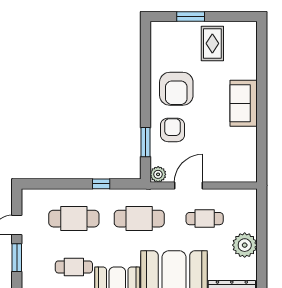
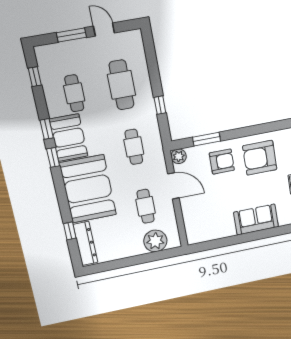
cafe table: (139, 219) -> (134, 147), width x0.73, depth x0.74
plant: (245, 245) -> (155, 241), moved

